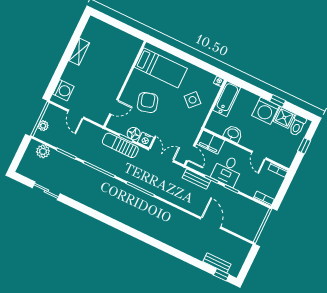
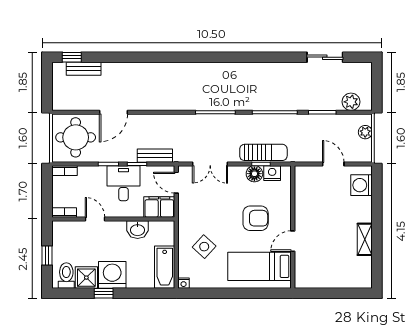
armchair: (148, 102) -> (256, 218), turned -74
door: (114, 107) -> (293, 241), moved
nightstand: (146, 140) -> (272, 173), moved
round table: (245, 218) -> (76, 137), added
door: (211, 223) -> (113, 112), hinge flipped

